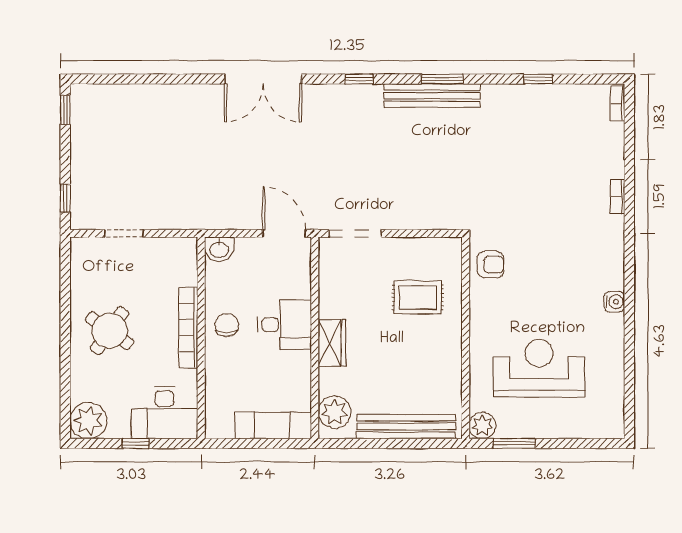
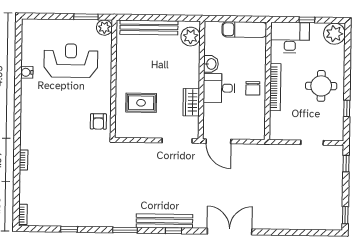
bench: (432, 96) -> (164, 221), moved
washbasin: (219, 249) -> (211, 64), moved, turned 90
armchair: (490, 265) -> (98, 121), turned -90
window: (65, 293) -> (347, 108), added
water cooler: (614, 302) -> (27, 72), moved
round table: (110, 331) -> (321, 86), turned -35
wardrobe: (332, 343) -> (191, 102), moved
reception desk: (539, 368) -> (71, 61), turned 180
exam couch: (273, 426) -> (244, 30), moved

